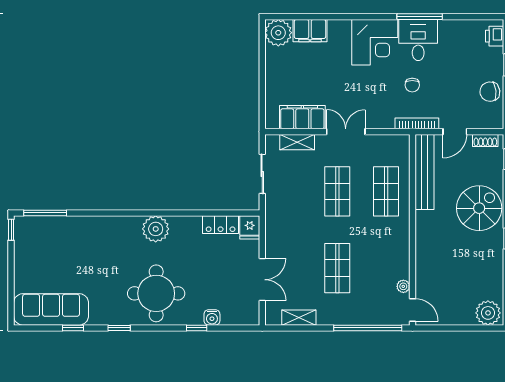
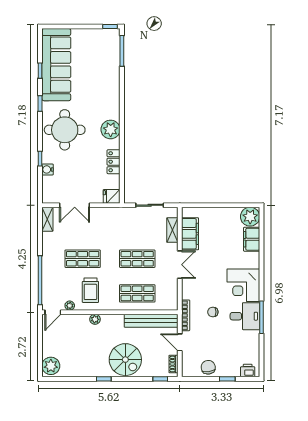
locker: (221, 225) -> (114, 162), moved
plant: (422, 251) -> (95, 319), added
trolley: (382, 257) -> (90, 290), added
sofa: (51, 309) -> (56, 65), width x1.36, depth x1.27
shelving: (299, 318) -> (47, 219), moved

